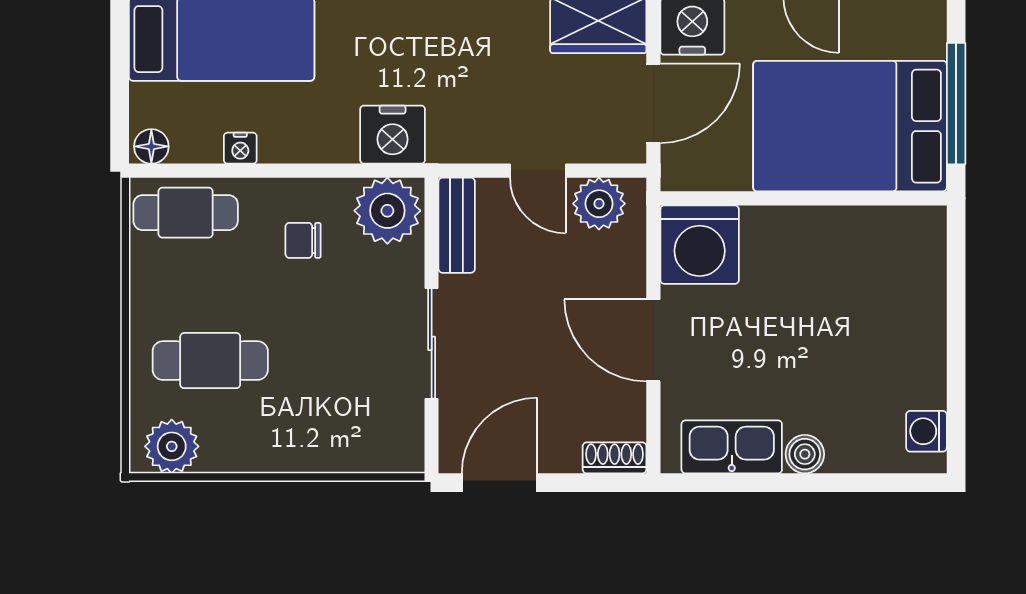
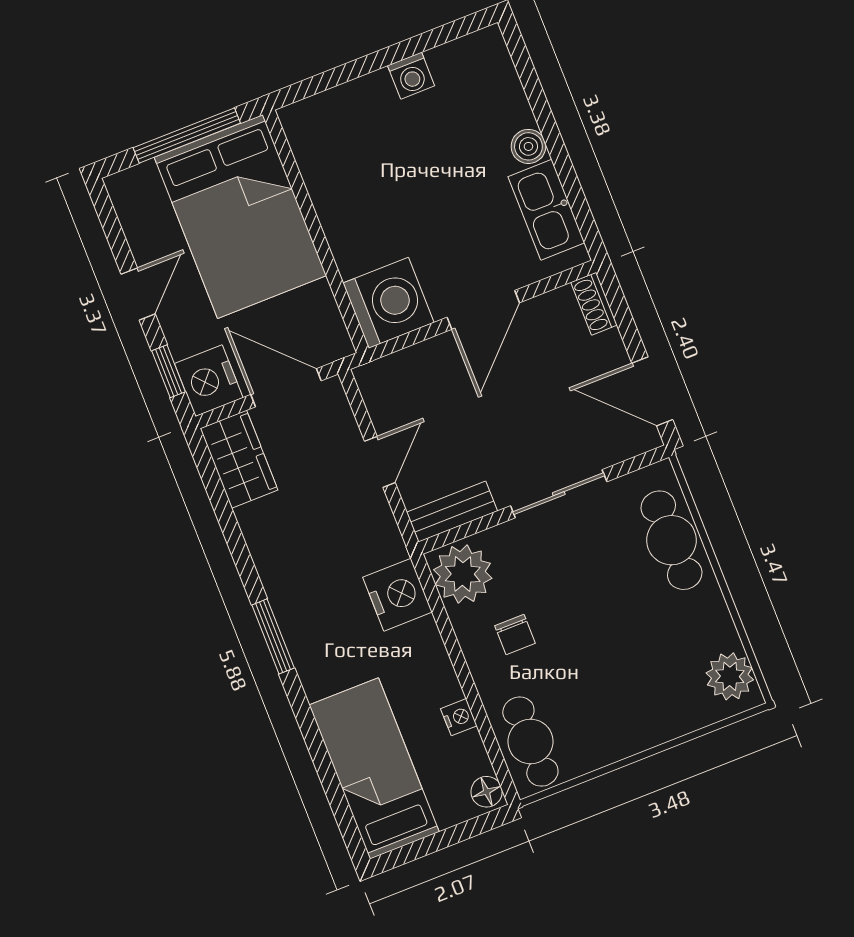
plant: (599, 204) -> (387, 400), removed
cafe table: (210, 361) -> (671, 540), moved
washing machine: (926, 431) -> (411, 76), moved

